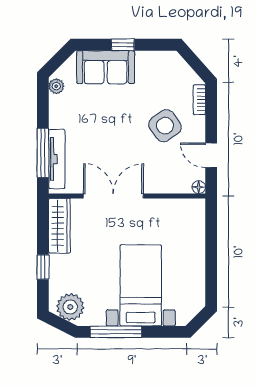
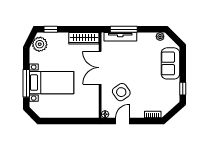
window: (123, 45) -> (183, 89), moved
side table: (165, 126) -> (121, 92), moved
double door: (113, 196) -> (100, 68), swing flipped
window: (43, 267) -> (51, 29), moved
window: (116, 332) -> (26, 83), moved

